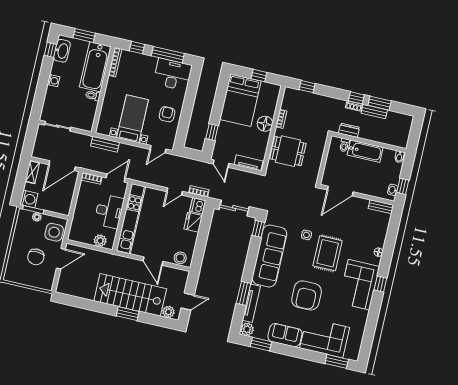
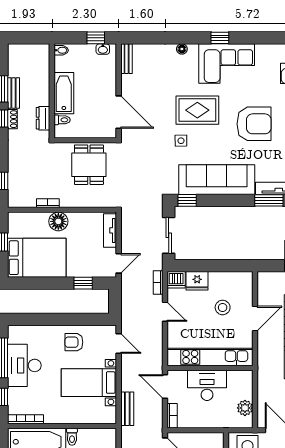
desk: (173, 74) -> (24, 365), moved
dining table: (288, 151) -> (89, 165), moved
plant: (100, 241) -> (245, 408), moved
stool: (180, 258) -> (223, 307), moved

